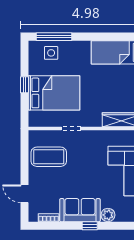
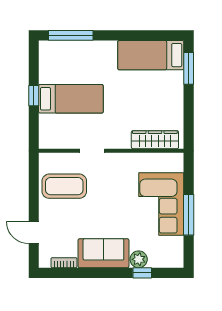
side table: (51, 53) -> (67, 56), removed
bed: (54, 93) -> (71, 99), width x0.67
window: (90, 226) -> (142, 273), moved

